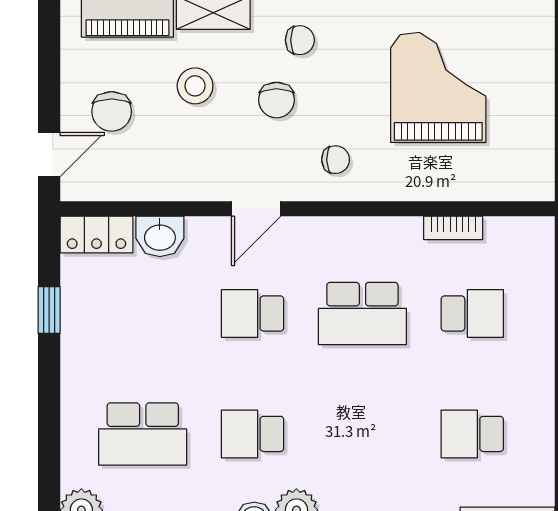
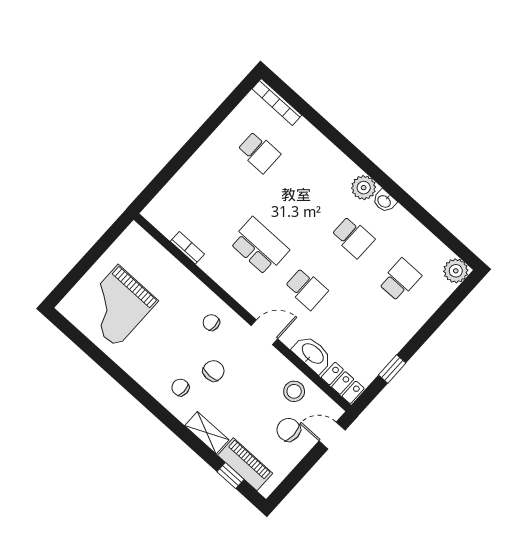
stool: (195, 86) -> (294, 391), moved
grand piano: (438, 87) -> (117, 306), moved
chair: (112, 111) -> (289, 430), turned -90
washbasin: (160, 236) -> (312, 354), width x1.38
school desk: (472, 313) -> (212, 204), removed
school desk: (143, 434) -> (400, 280), width x0.54

